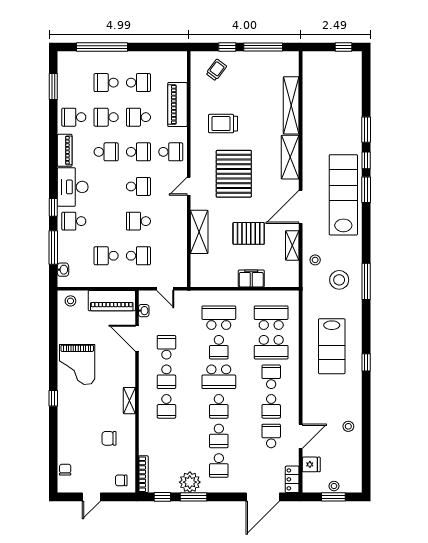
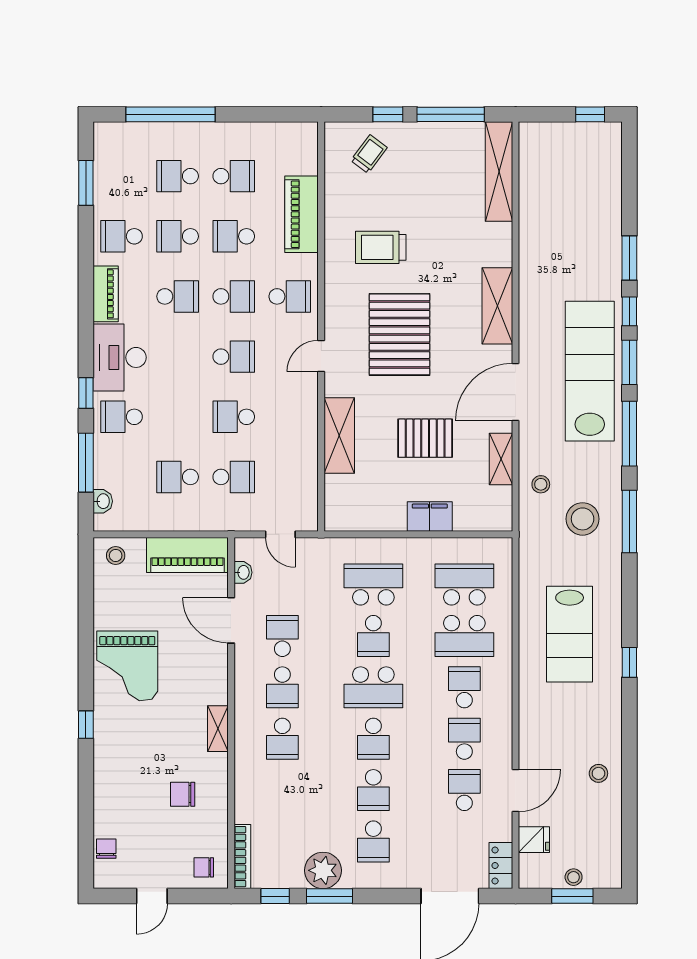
shelving: (291, 105) -> (499, 171), moved
window: (366, 231) -> (629, 434), added
school desk: (271, 406) -> (464, 739), turned 180

